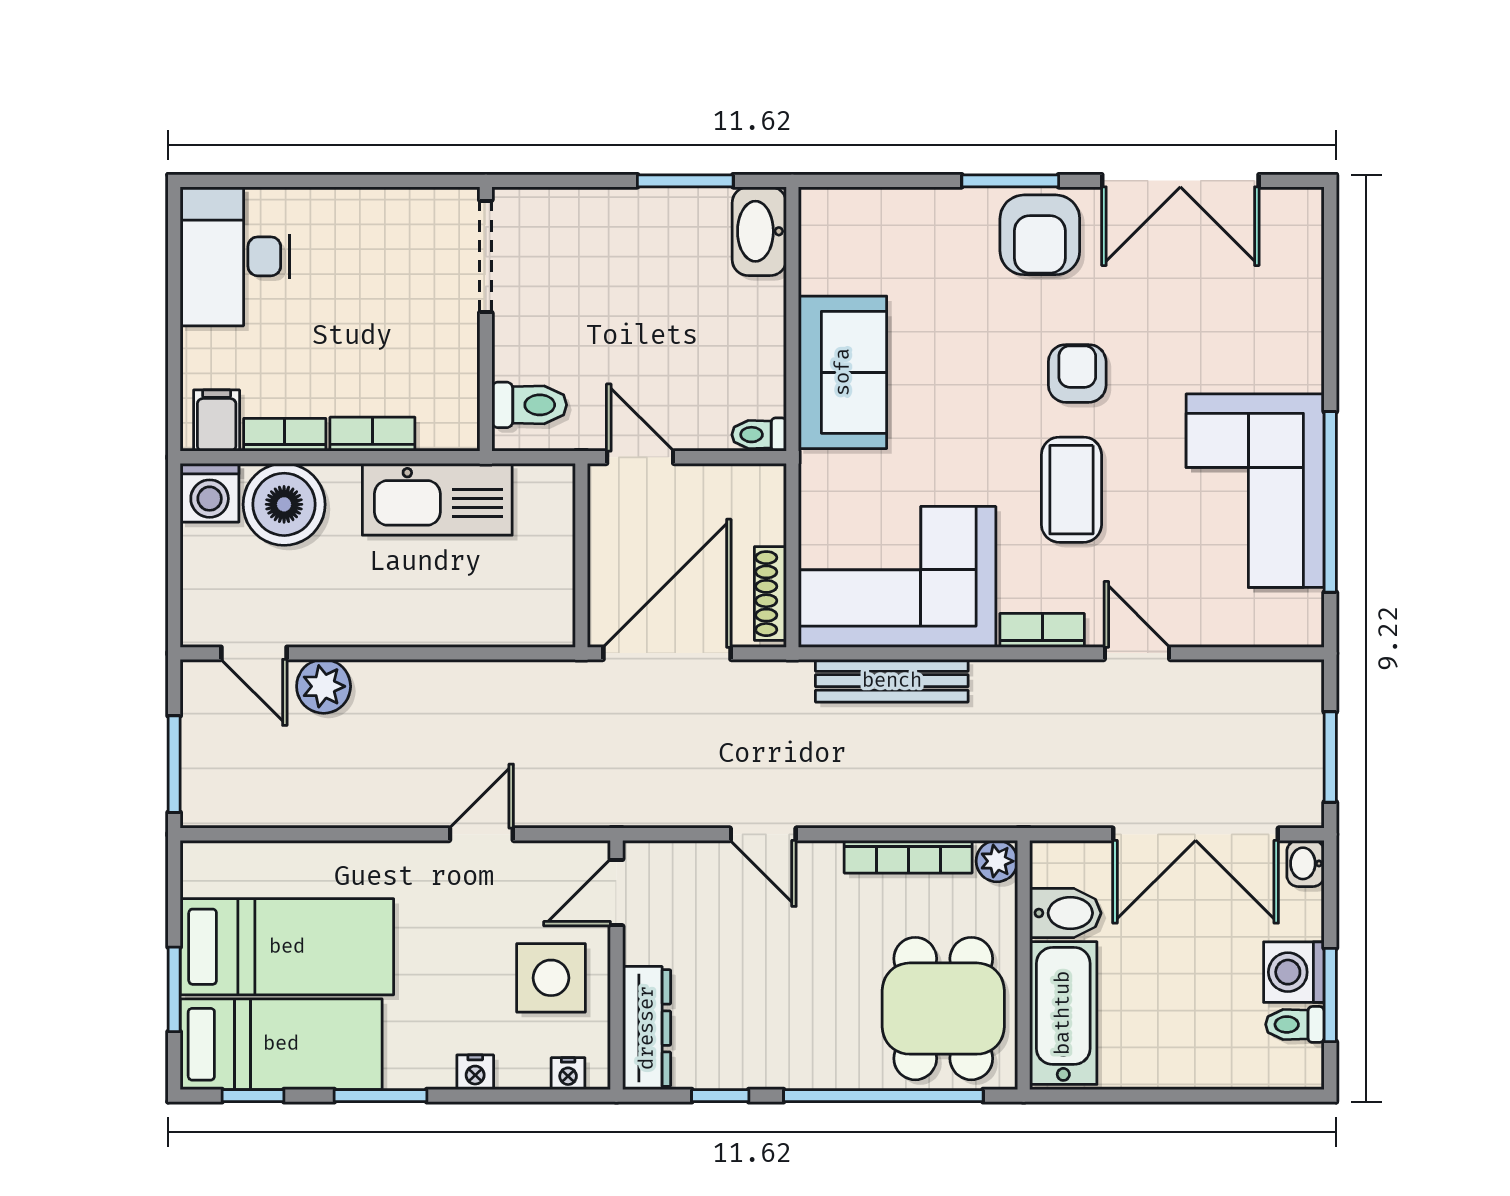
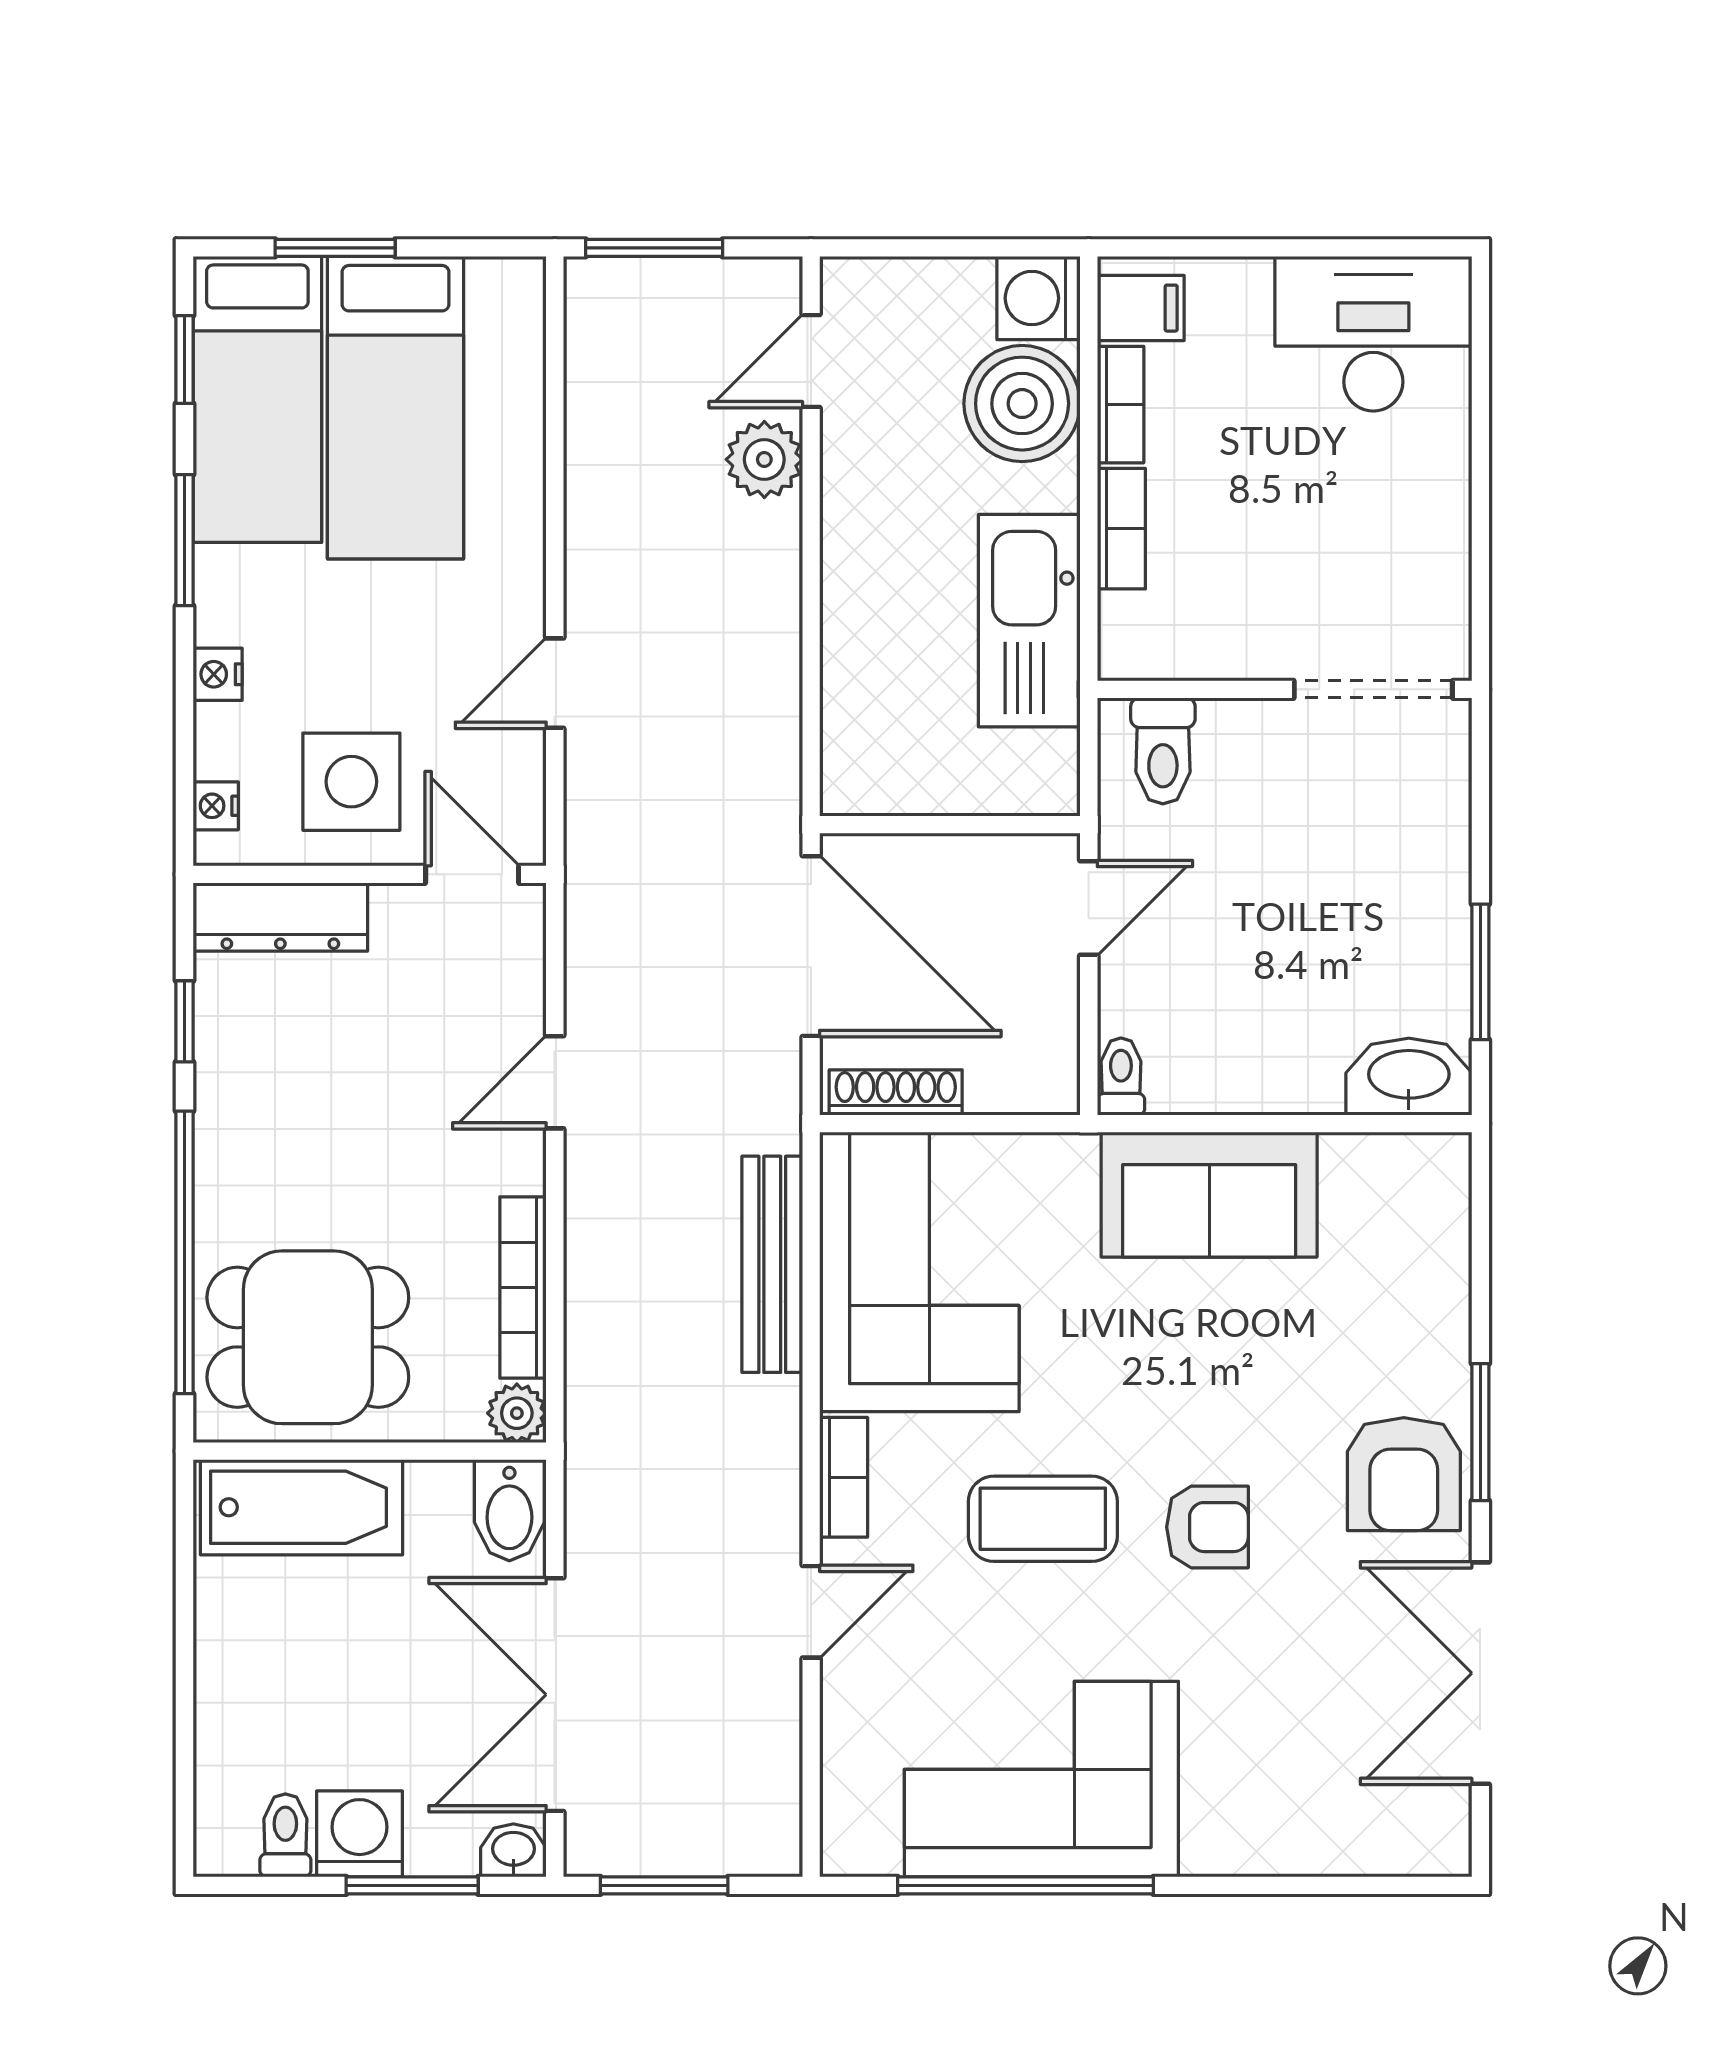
armchair: (1040, 235) -> (1404, 1474), turned -90
door: (481, 834) -> (555, 683), swing flipped
bidet: (1065, 913) -> (509, 1510), moved
window: (1330, 995) -> (412, 1885), moved

